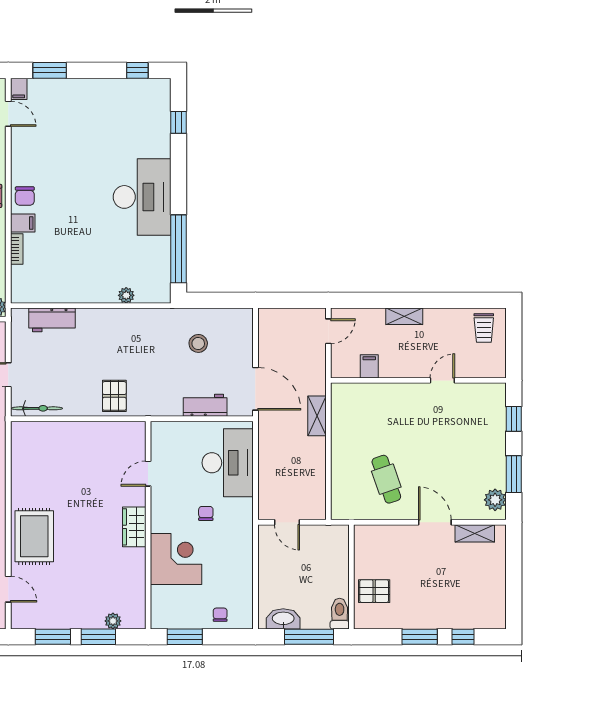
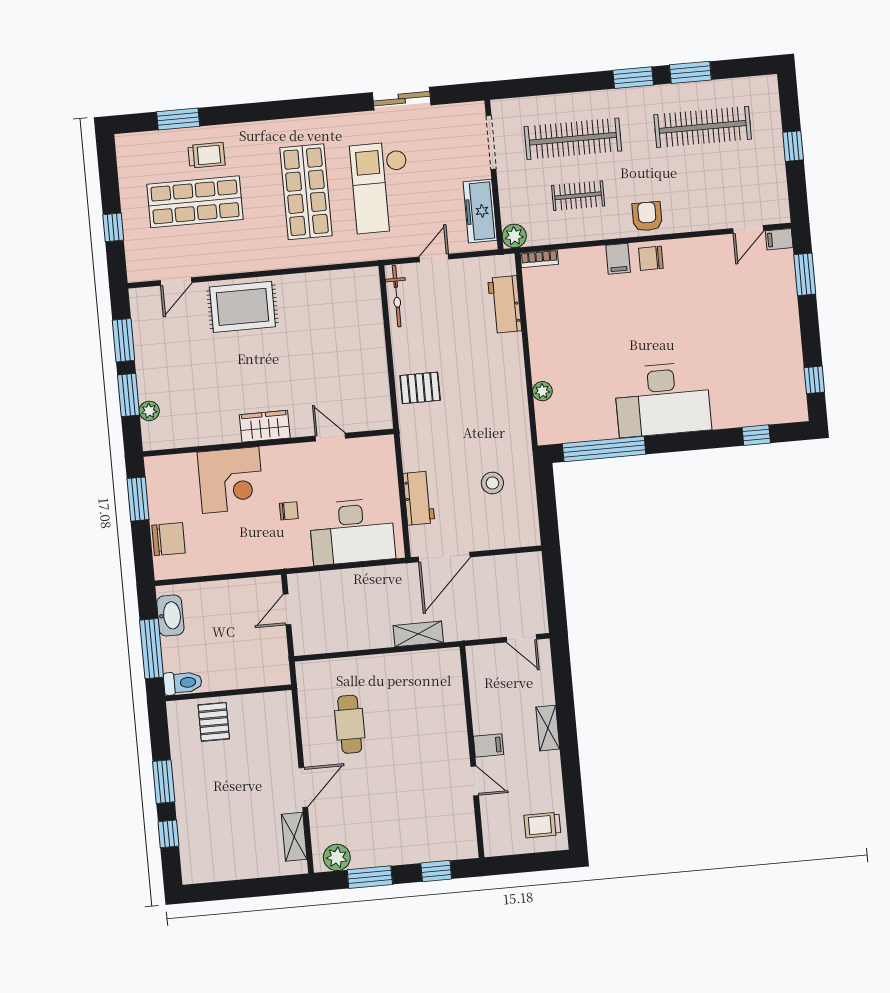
bookcase: (17, 249) -> (539, 259), moved
filing cabinet: (369, 366) -> (488, 745), moved
cafe table: (386, 479) -> (350, 724), turned -71
chair: (220, 615) -> (169, 539), width x1.87, depth x1.87

